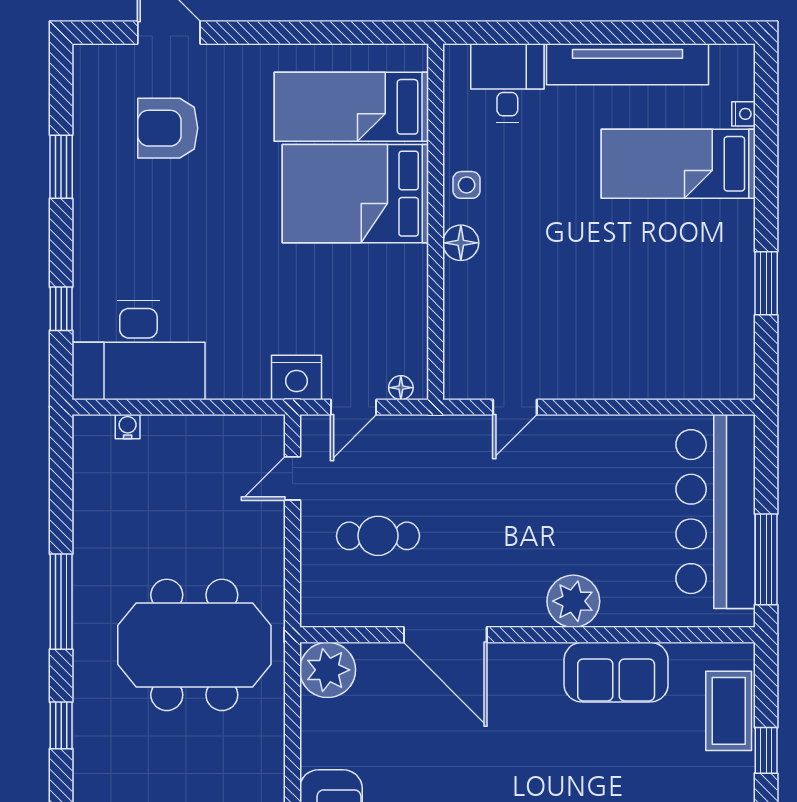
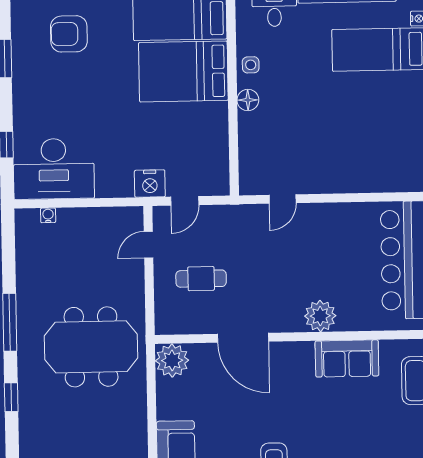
floor lamp: (401, 388) -> (213, 189), removed

